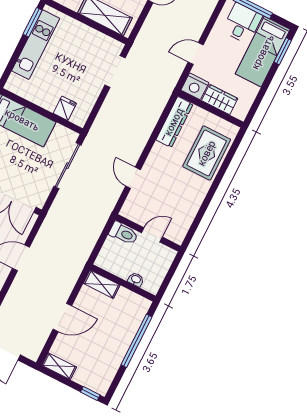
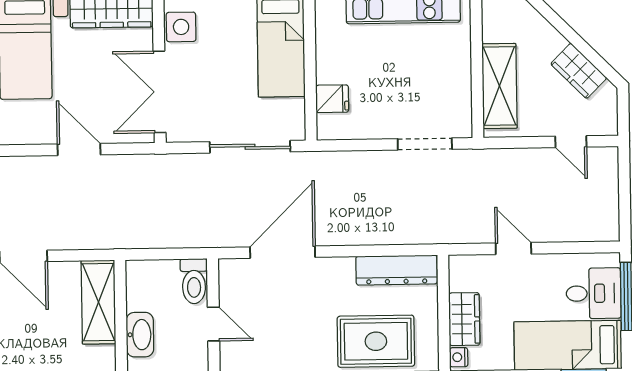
nightstand: (195, 86) -> (459, 357), moved, width x0.53, depth x0.56
door: (133, 178) -> (283, 252), width x1.87
washbasin: (136, 279) -> (140, 335), width x1.91, depth x1.45
shelving: (102, 284) -> (98, 302), width x1.50, depth x1.33

